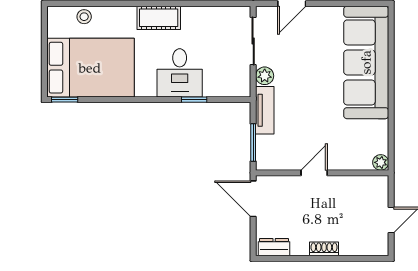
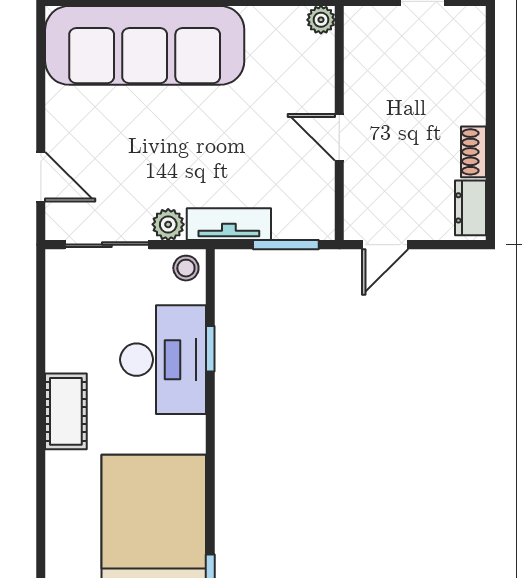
stool: (84, 17) -> (186, 268), moved
desk: (180, 73) -> (163, 360), width x1.37
door: (253, 199) -> (385, 245), width x0.73
shoe rack: (324, 249) -> (474, 152), moved

